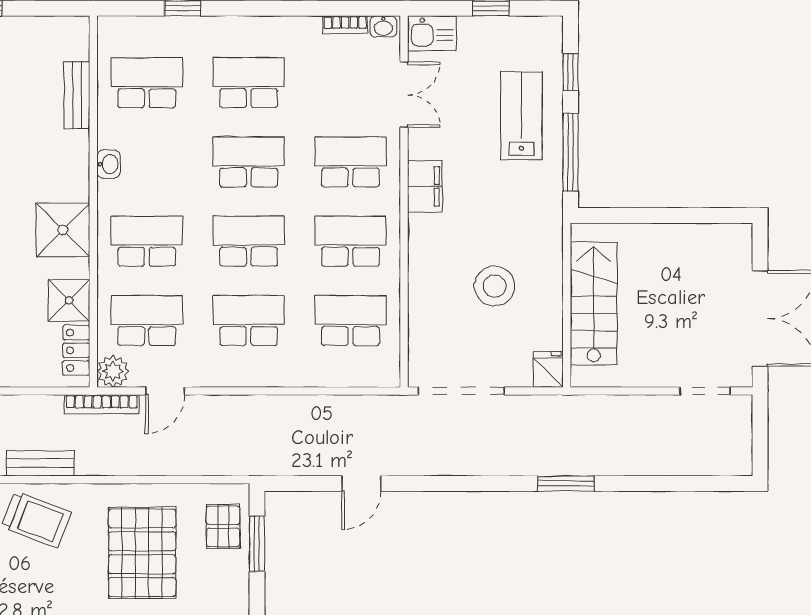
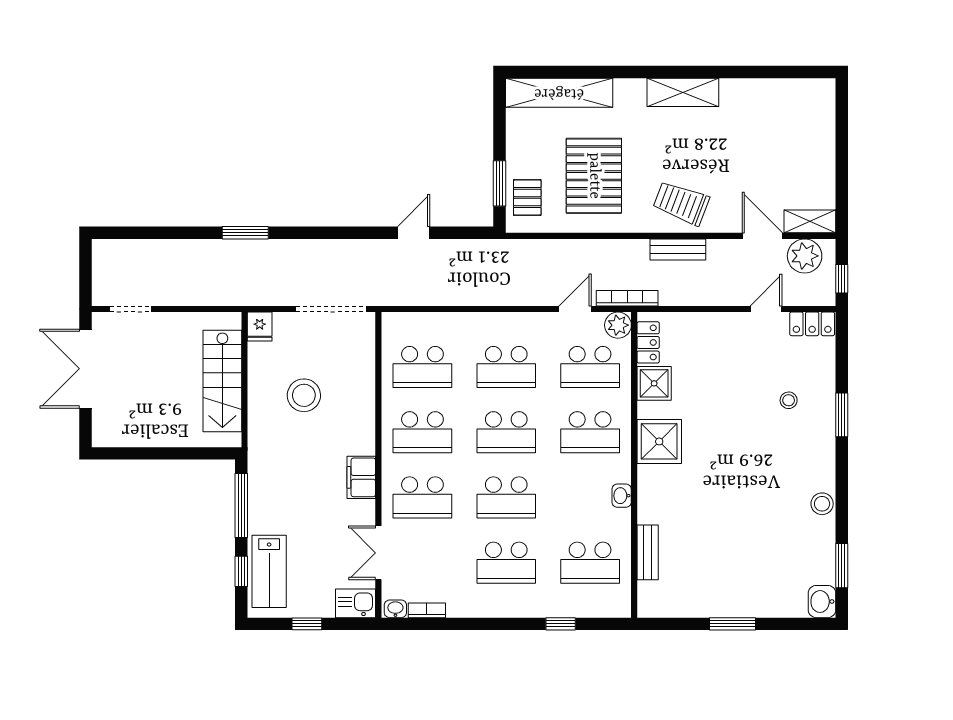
lab bench: (521, 116) -> (269, 571), moved

